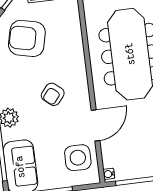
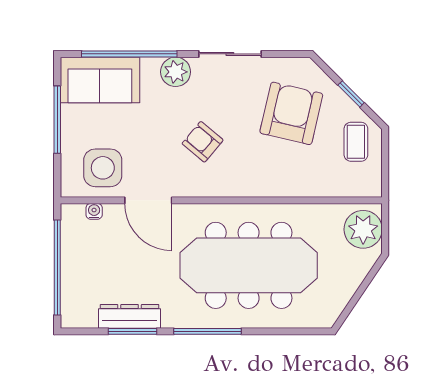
water cooler: (109, 174) -> (94, 211), moved

